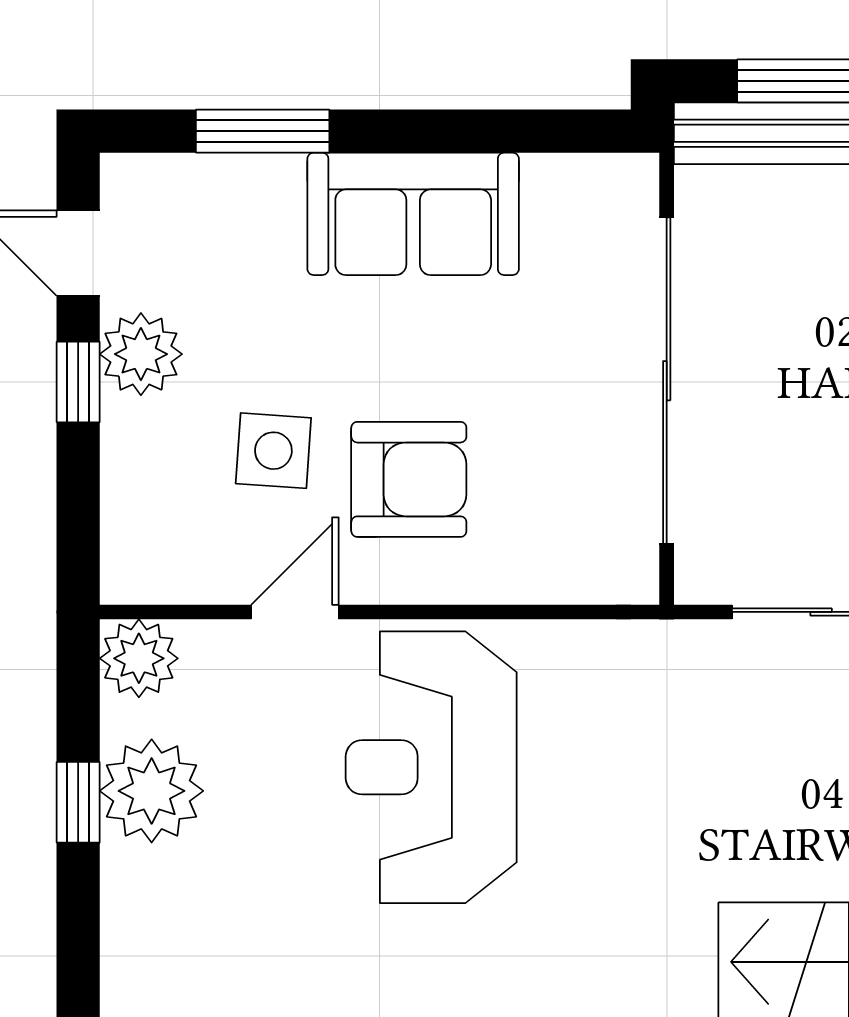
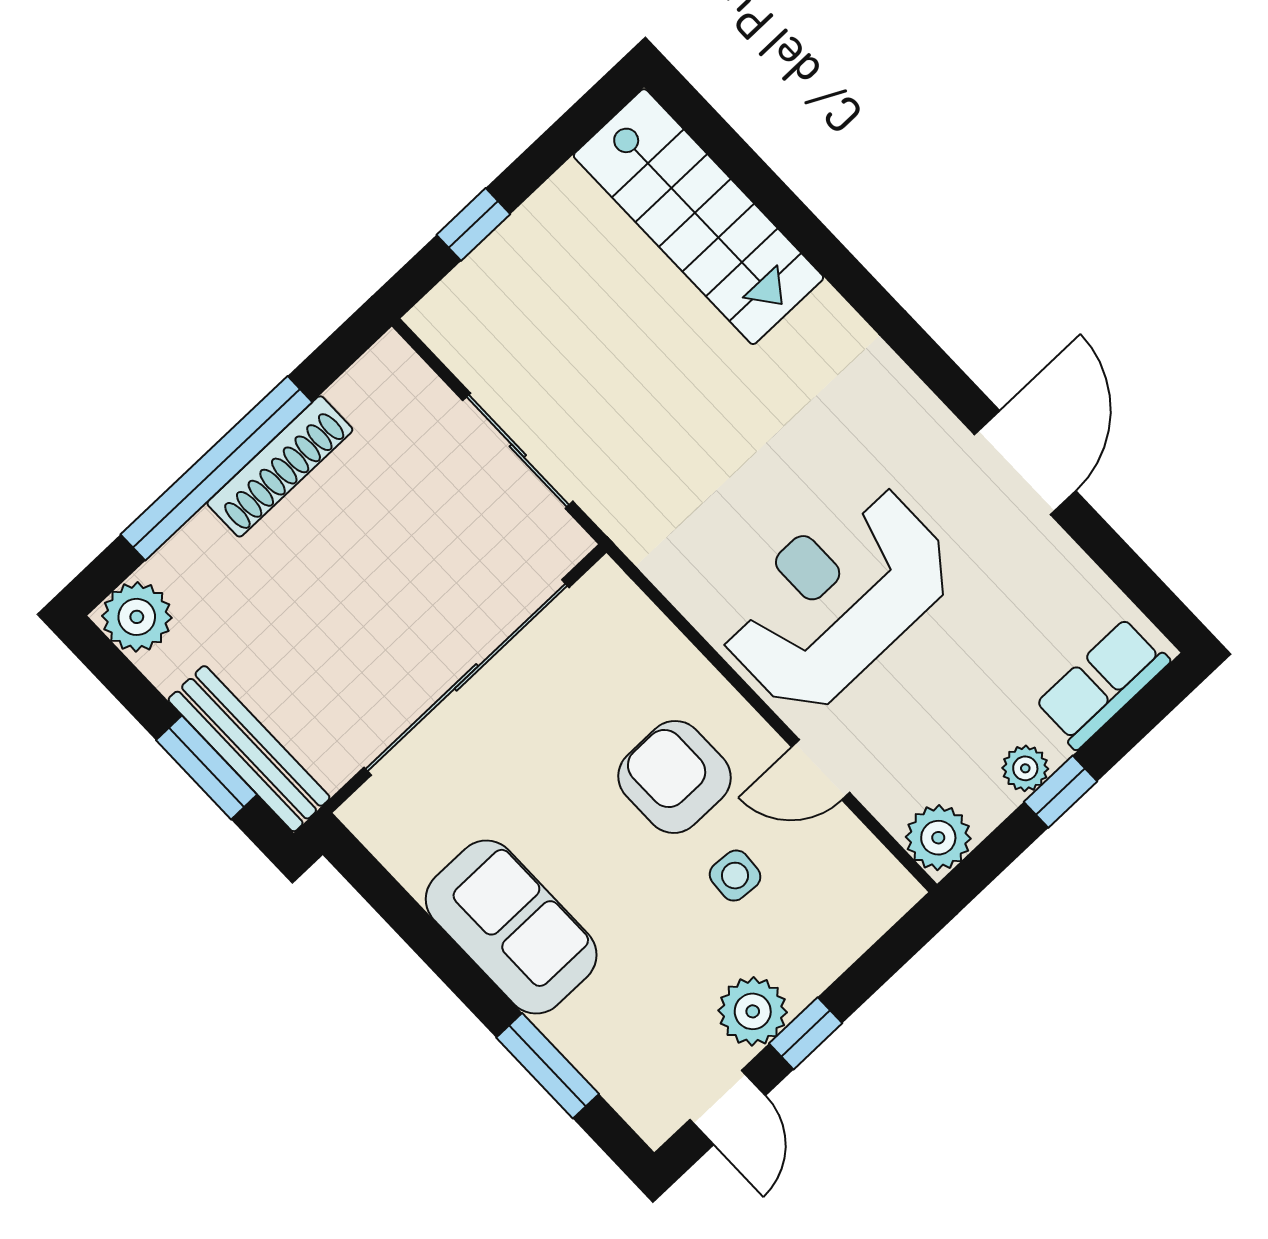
side table: (273, 451) -> (735, 876), width x0.73, depth x0.73
reception desk: (431, 767) -> (836, 598), turned 180
plant: (152, 791) -> (1025, 768), width x0.53, depth x0.53
row of seats: (138, 928) -> (1102, 684), added

